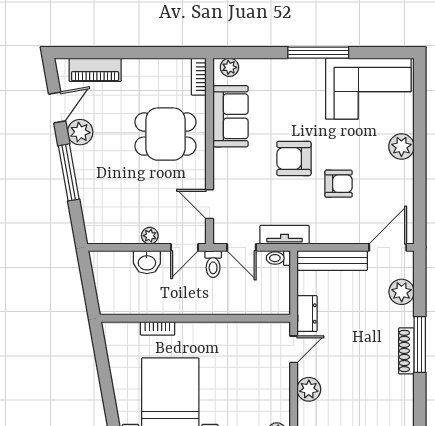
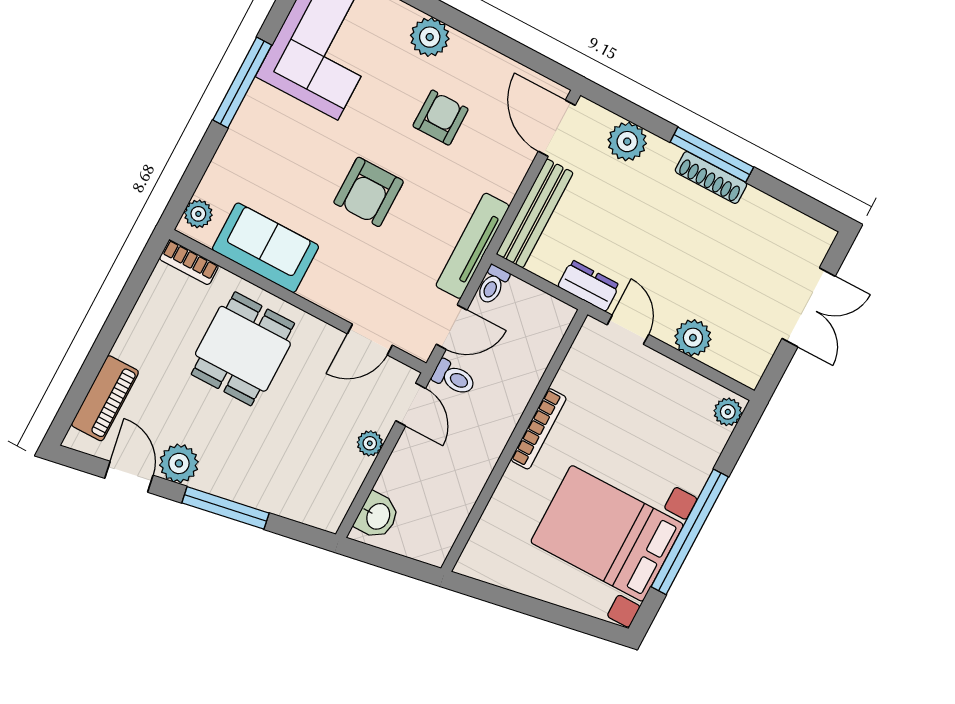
armchair: (339, 184) -> (441, 118), moved
tv unit: (285, 235) -> (473, 246), width x1.41
washbasin: (147, 262) -> (377, 516), moved
bookcase: (158, 328) -> (539, 429), moved, width x1.56

